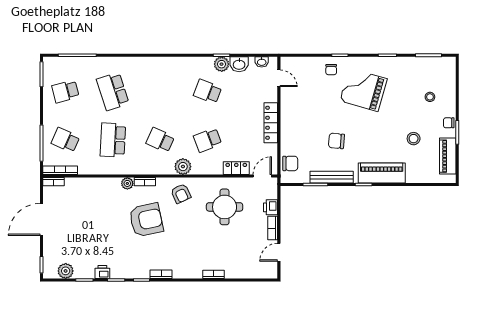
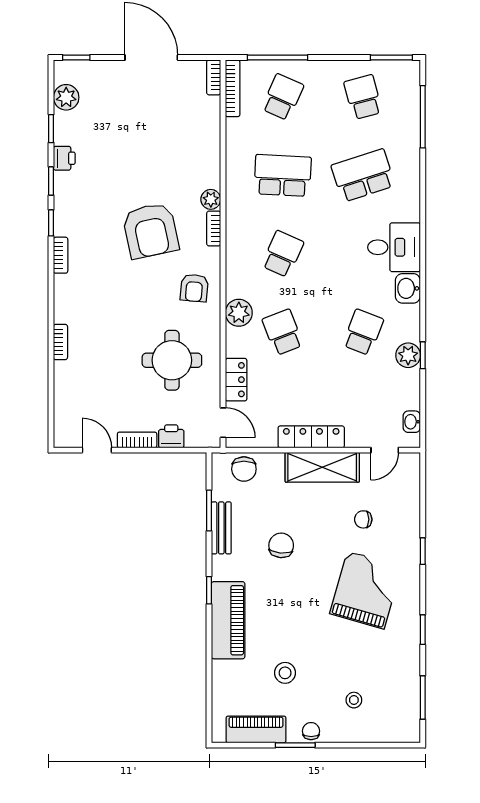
washbasin: (239, 64) -> (408, 288), moved
chair: (331, 70) -> (363, 519), moved
desk: (156, 73) -> (394, 247), added
shelving: (289, 116) -> (322, 467), added
plant: (183, 167) -> (239, 313), moved
bench: (332, 177) -> (221, 528), width x0.73
armchair: (181, 193) -> (194, 288), turned -60

